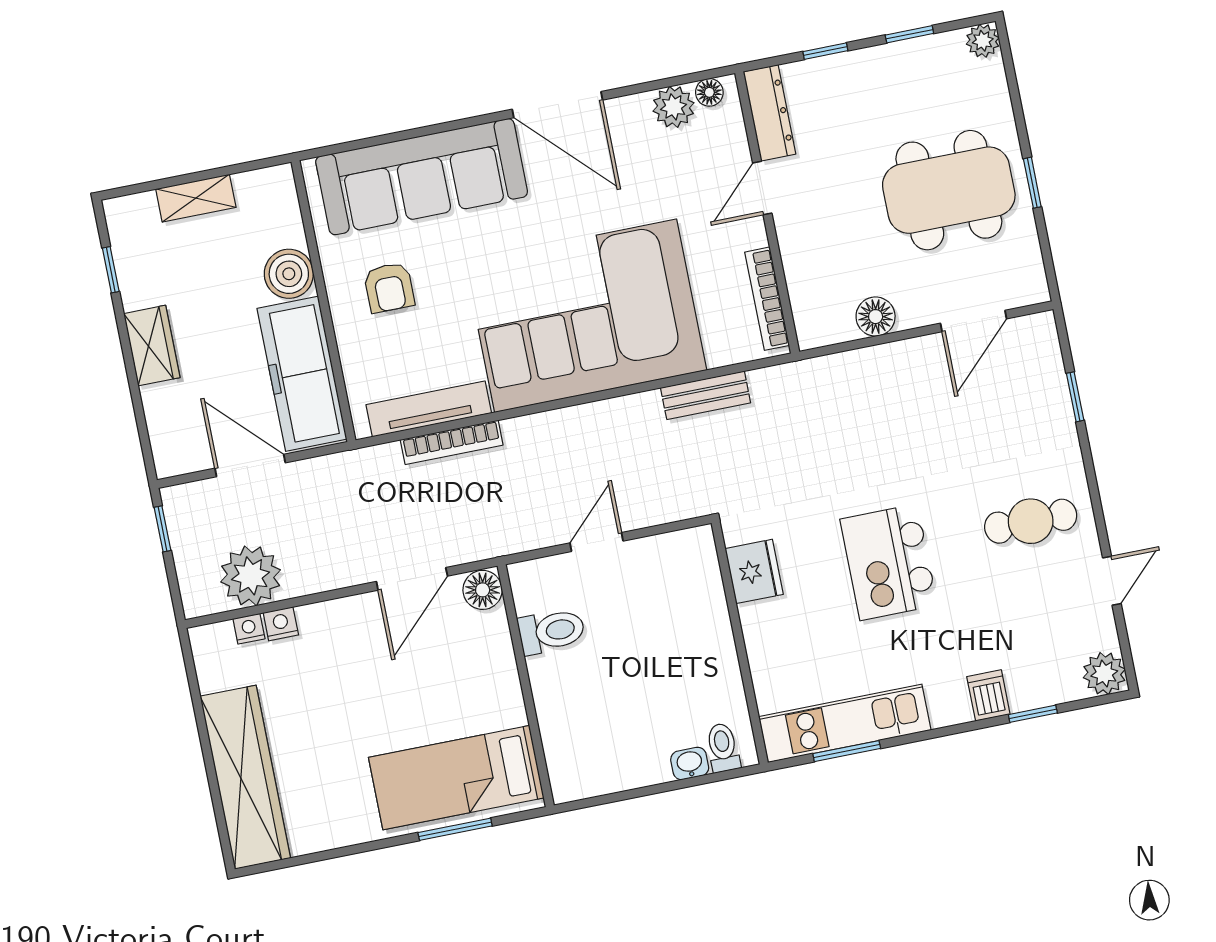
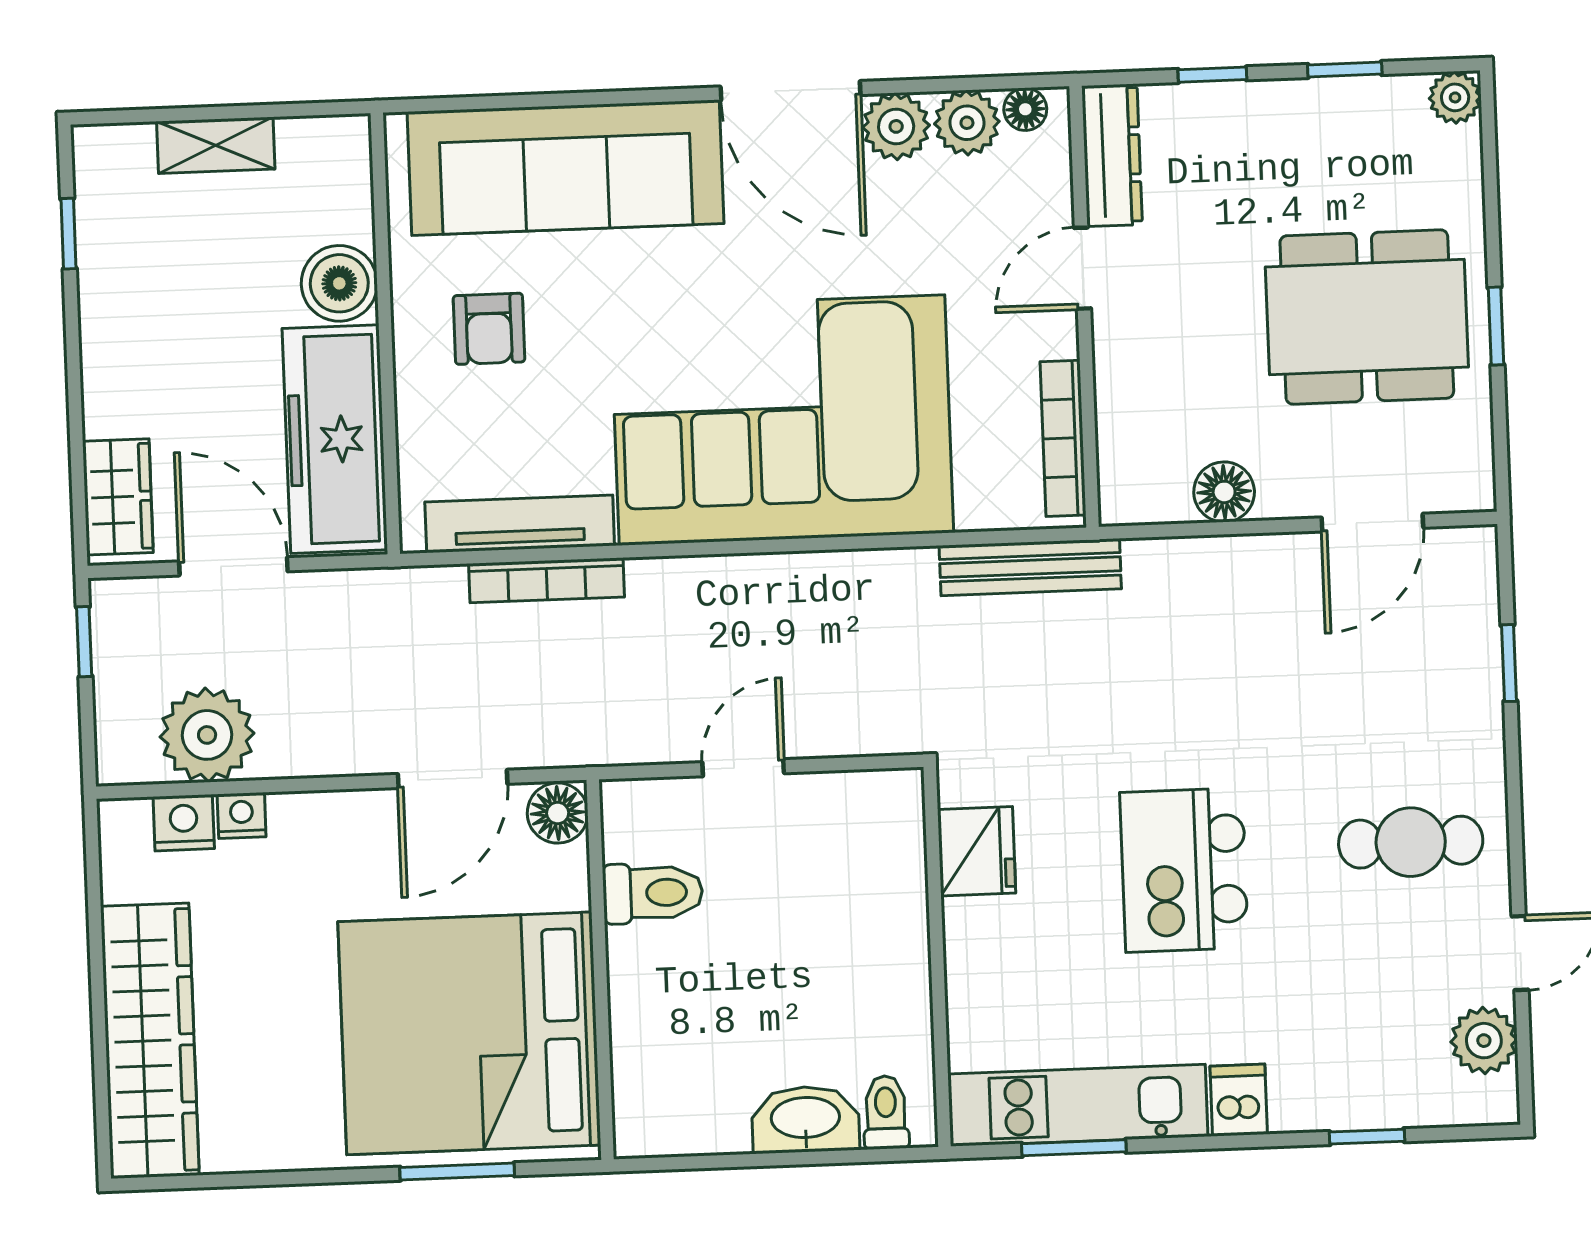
plant: (629, 117) -> (896, 126), added
wardrobe: (152, 346) -> (118, 497), moved
bench: (706, 395) -> (1030, 567), moved, width x1.36
nightstand: (249, 629) -> (184, 823), width x1.39, depth x1.35
plant: (1104, 673) -> (1484, 1041), moved
dishwasher: (988, 695) -> (1239, 1100), moved
washbasin: (690, 764) -> (805, 1119), width x1.91, depth x1.45
bed: (456, 778) -> (469, 1033), width x2.04

